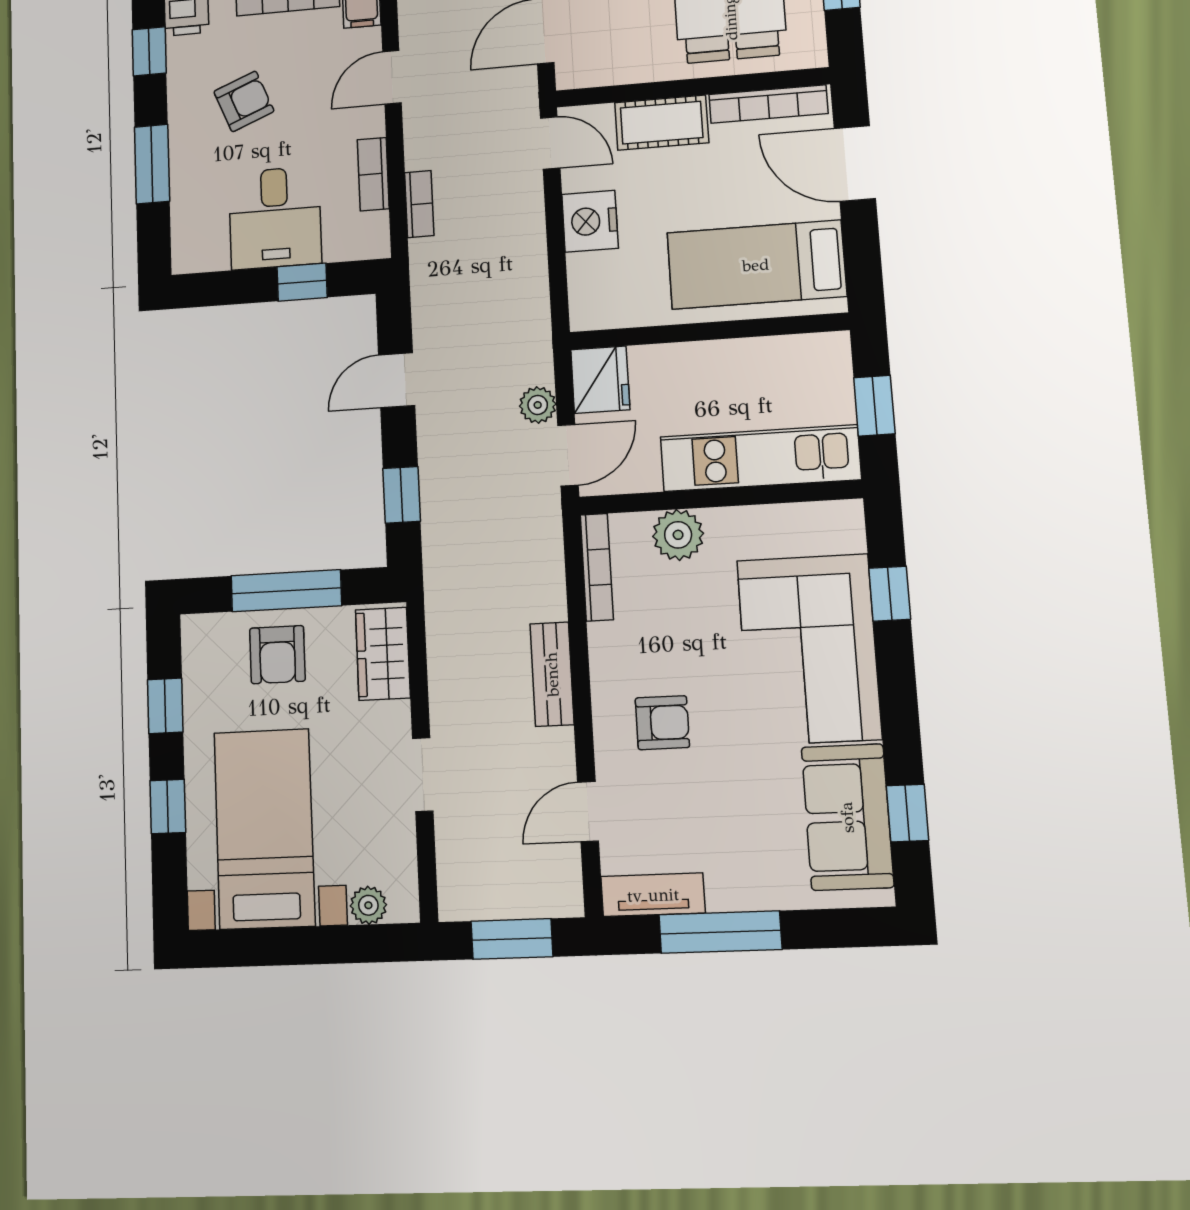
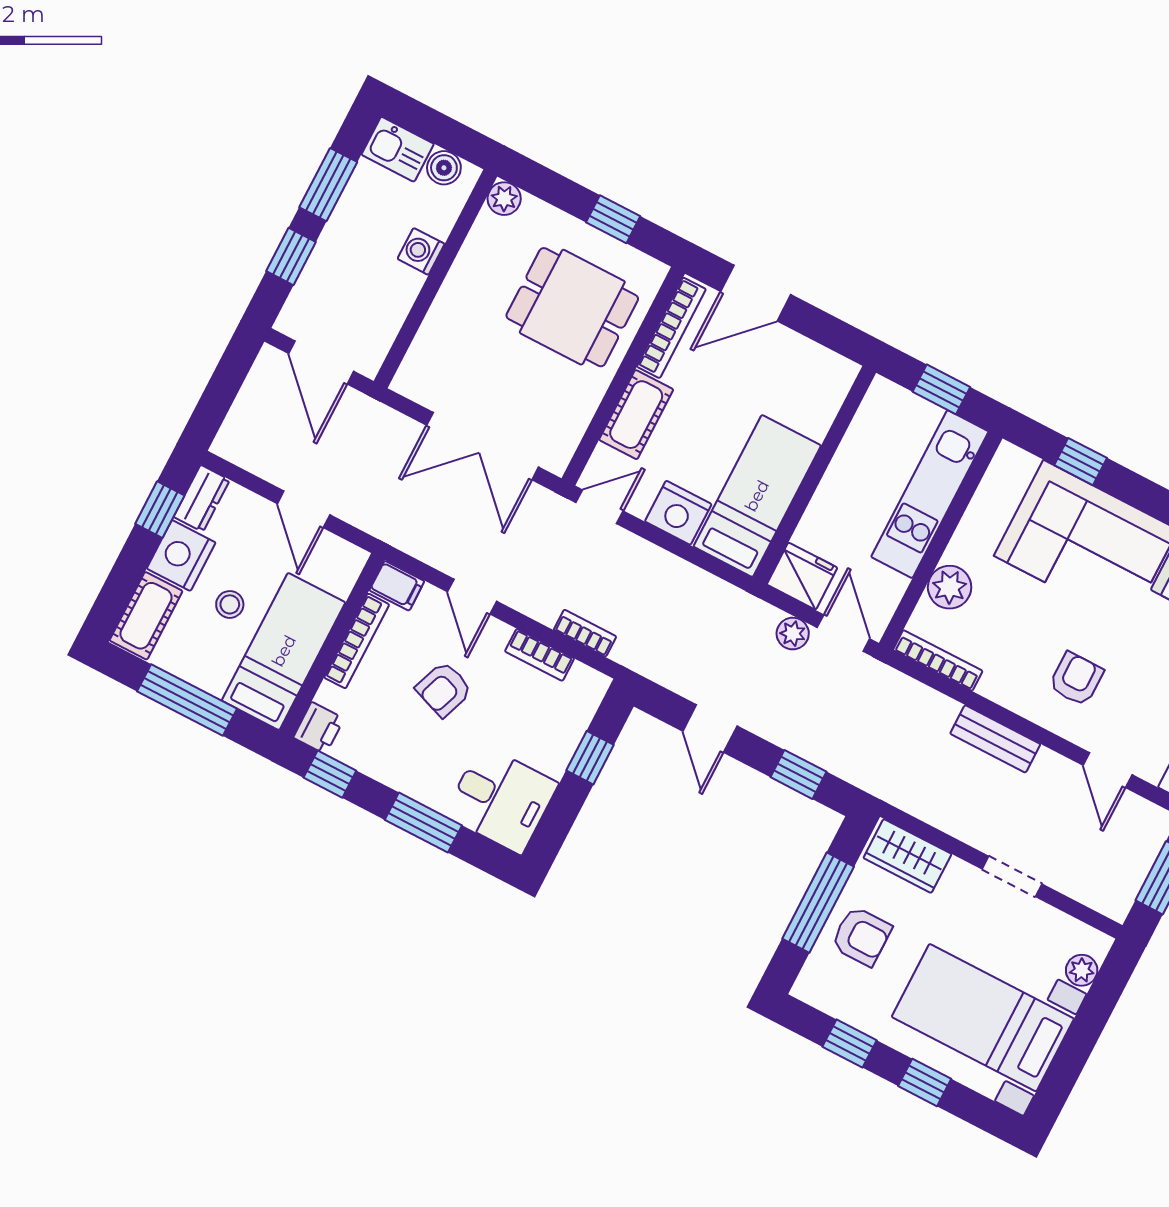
armchair: (244, 101) -> (444, 689), moved, turned -138
desk: (275, 218) -> (501, 799), moved
bed: (756, 265) -> (757, 496), moved, turned 180

